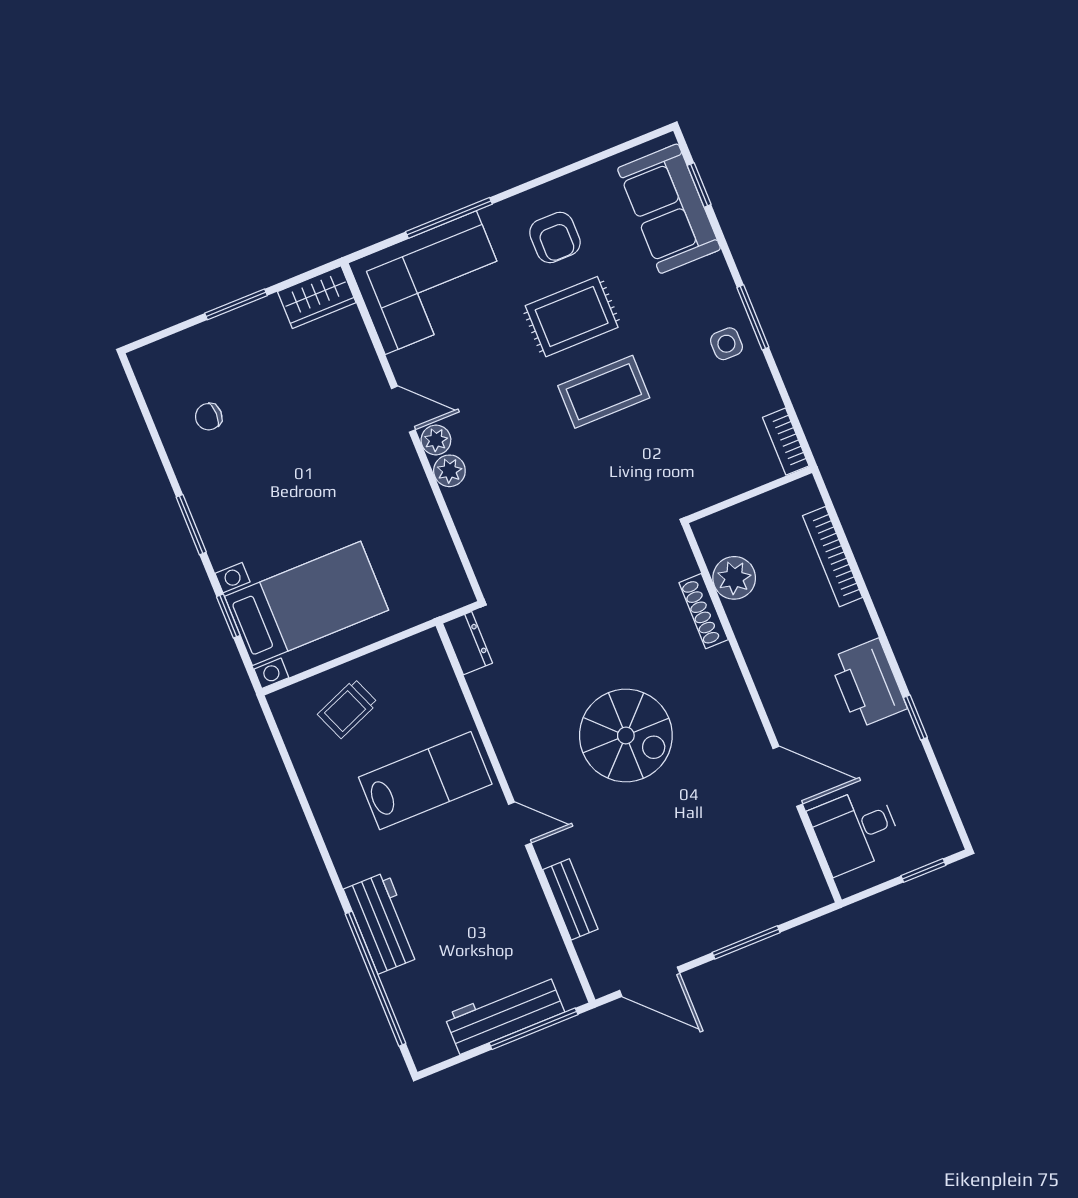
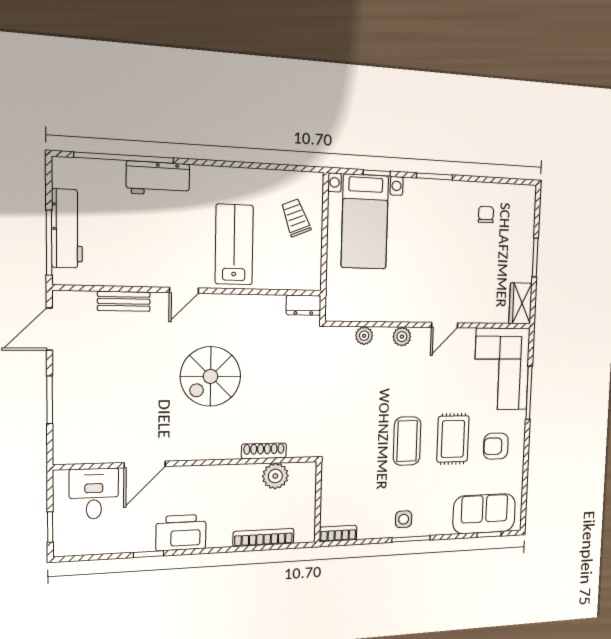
plant: (436, 440) -> (364, 336), moved
lab bench: (425, 781) -> (234, 245), turned 180

